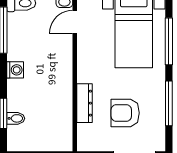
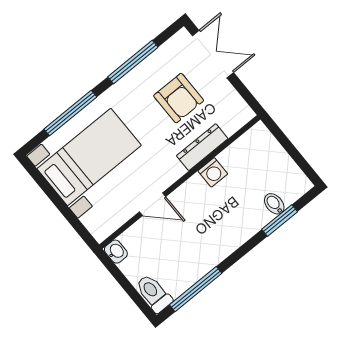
door: (75, 22) -> (153, 204), moved
washing machine: (15, 70) -> (213, 172), moved, turned 180

